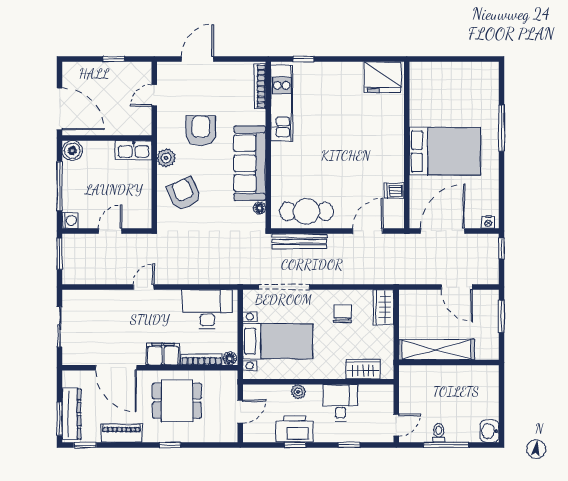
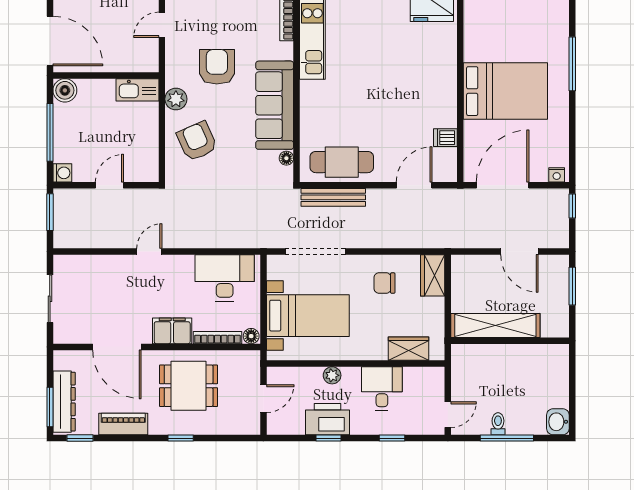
chair: (343, 314) -> (384, 283), turned -90

